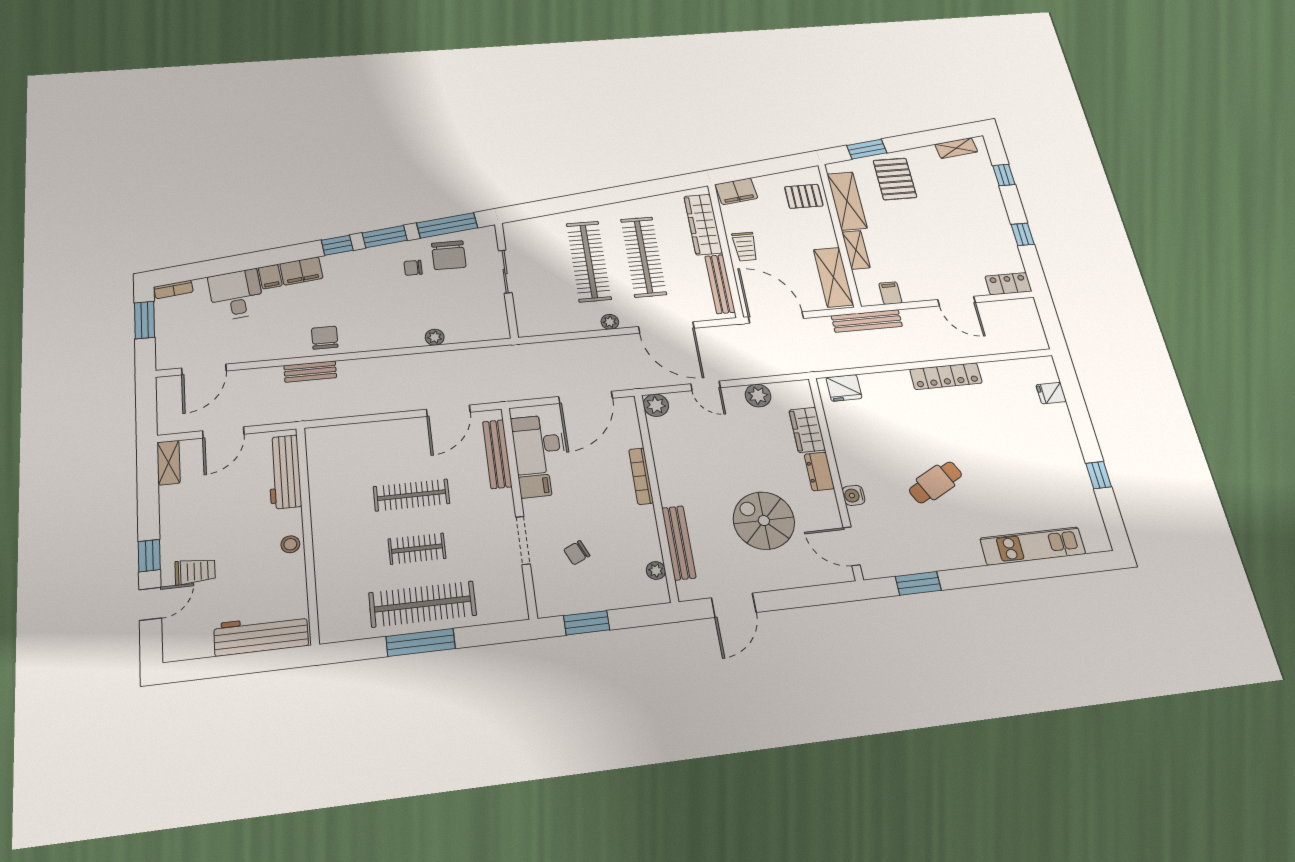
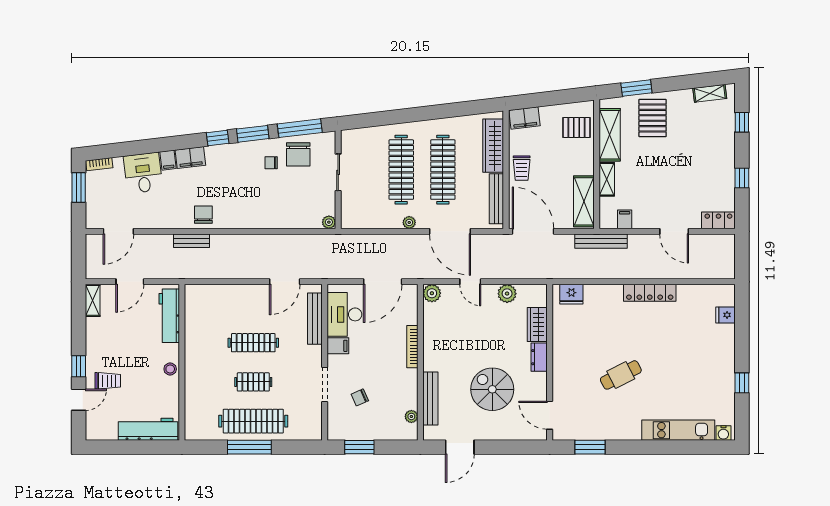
plant: (435, 337) -> (329, 222), moved
water cooler: (854, 495) -> (723, 433), moved, turned -90

